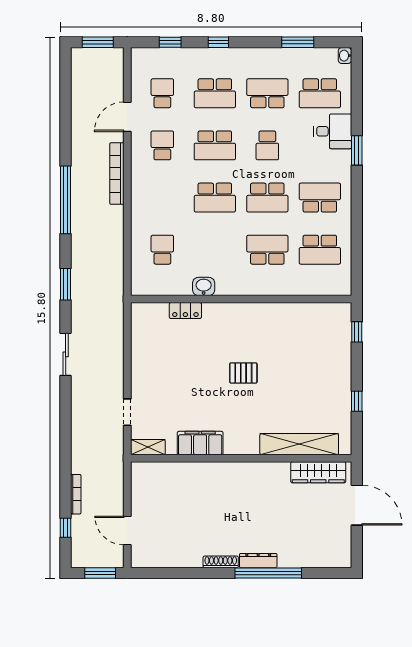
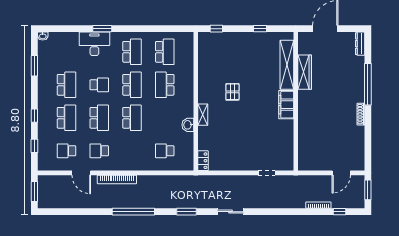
school desk: (267, 93) -> (66, 85), turned 180
school desk: (320, 93) -> (66, 52), removed
desk: (333, 131) -> (94, 44), width x1.37
school desk: (320, 198) -> (132, 52), turned 180
locker: (185, 311) -> (203, 161), moved
pallet: (243, 373) -> (232, 92), moved
filing cabinet: (200, 443) -> (286, 105), moved
shelving: (148, 447) -> (203, 115), moved
wardrobe: (318, 472) -> (305, 72), moved
dresser: (258, 561) -> (360, 44), moved

